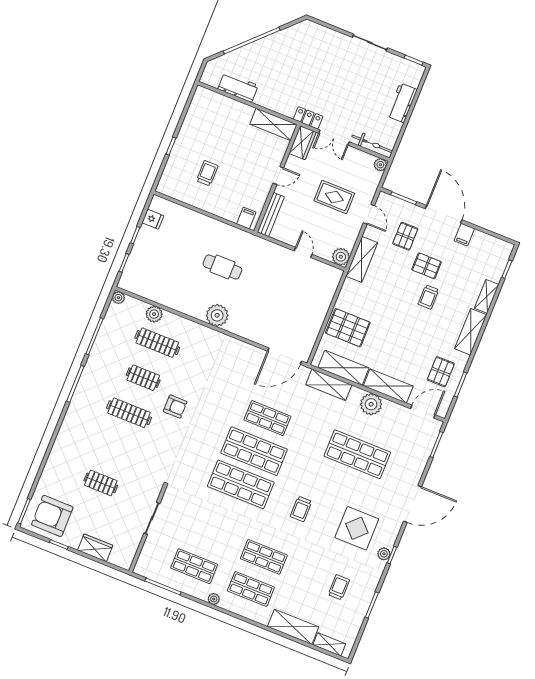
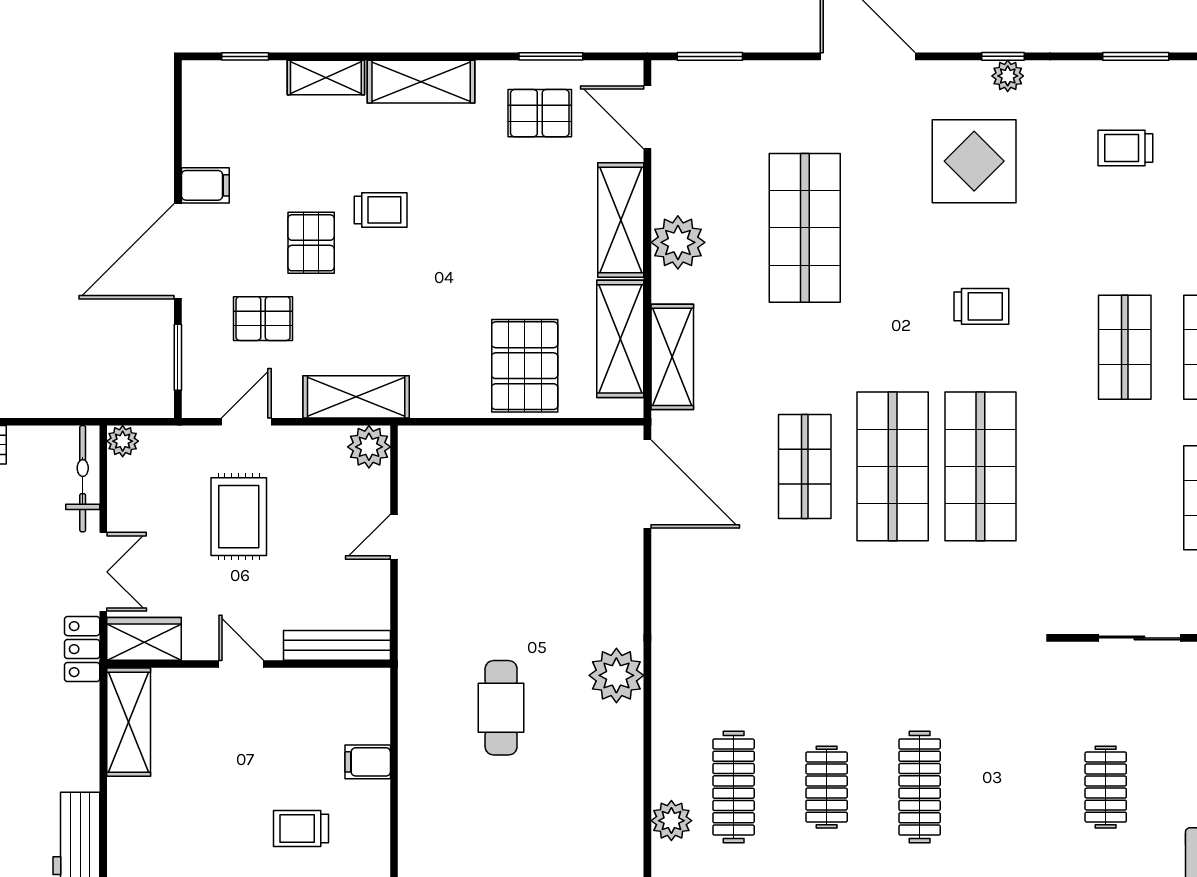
filing cabinet: (246, 218) -> (368, 762), moved
armchair: (175, 407) -> (863, 688), removed

